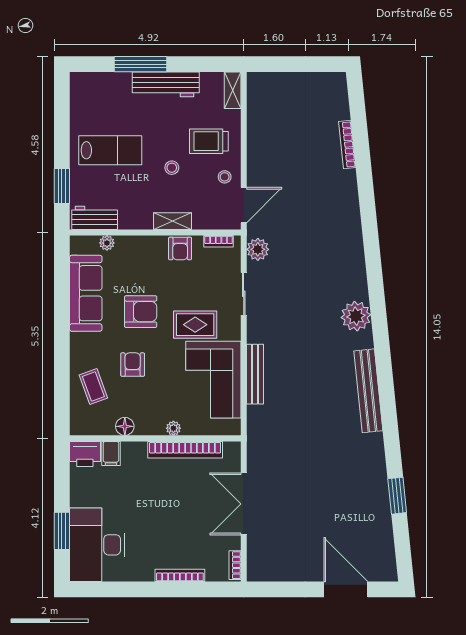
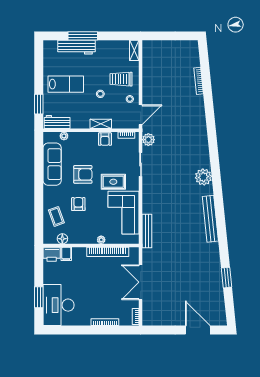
workbench: (166, 84) -> (76, 47), moved
bench: (255, 374) -> (147, 231), moved
floor lamp: (125, 426) -> (62, 239), moved

